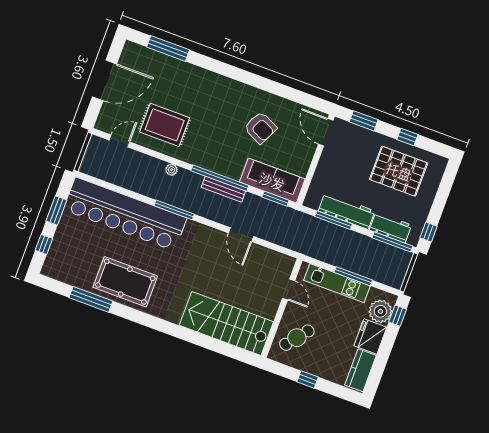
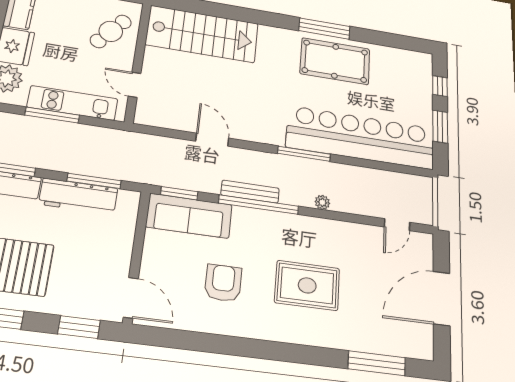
rug: (165, 125) -> (307, 285), moved
armchair: (260, 128) -> (223, 283), turned 64
window: (91, 299) -> (324, 29), moved

